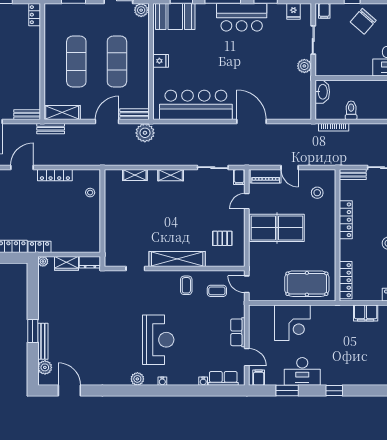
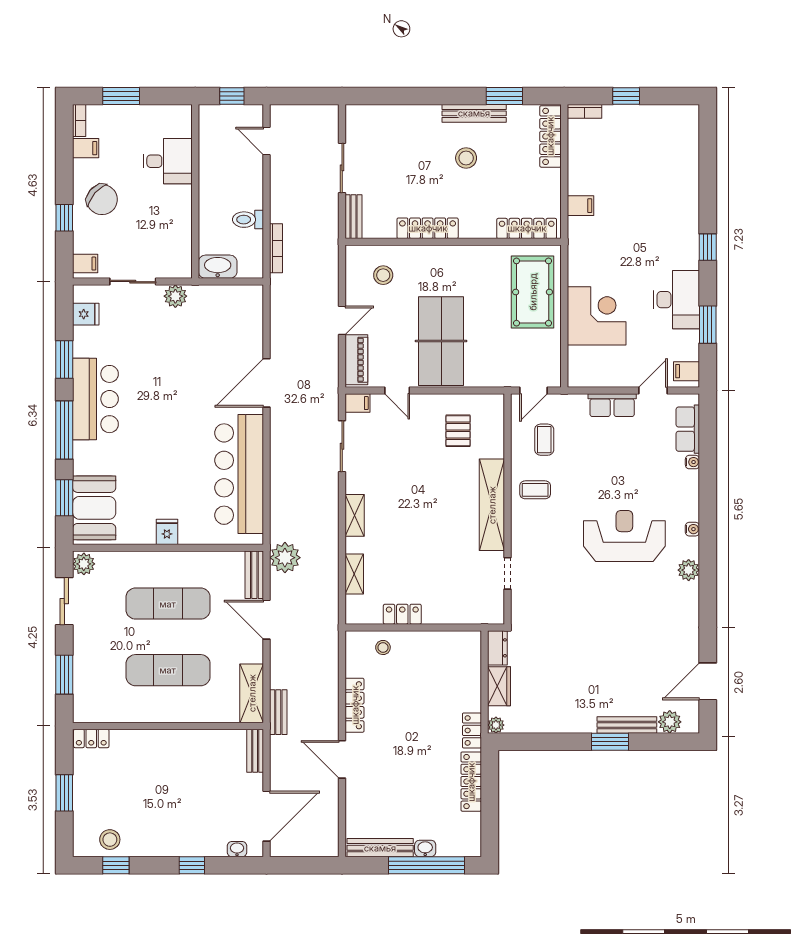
locker: (110, 204) -> (402, 614), added
filing cabinet: (366, 313) -> (581, 206), width x0.50

